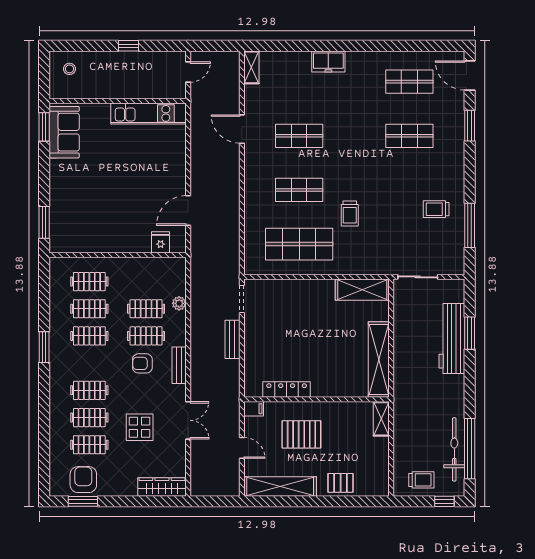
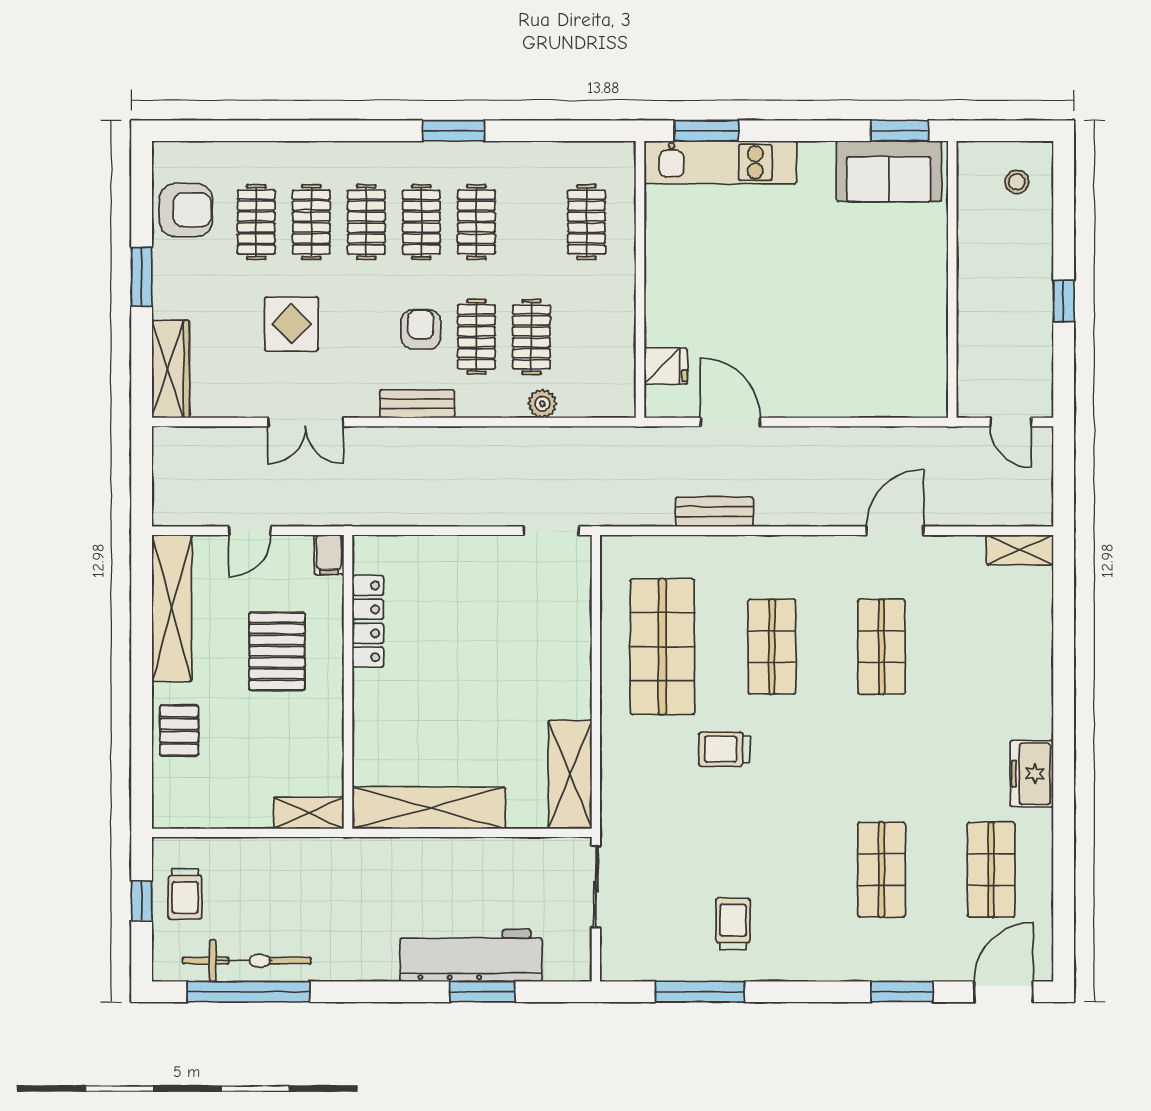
freezer: (328, 61) -> (1032, 774), moved
kitchen unit: (149, 113) -> (720, 162), moved, turned -90
clothes rail: (89, 309) -> (421, 222), moved
bench: (232, 339) -> (714, 512), moved
window: (83, 501) -> (142, 277), moved
window: (444, 501) -> (142, 901), moved

